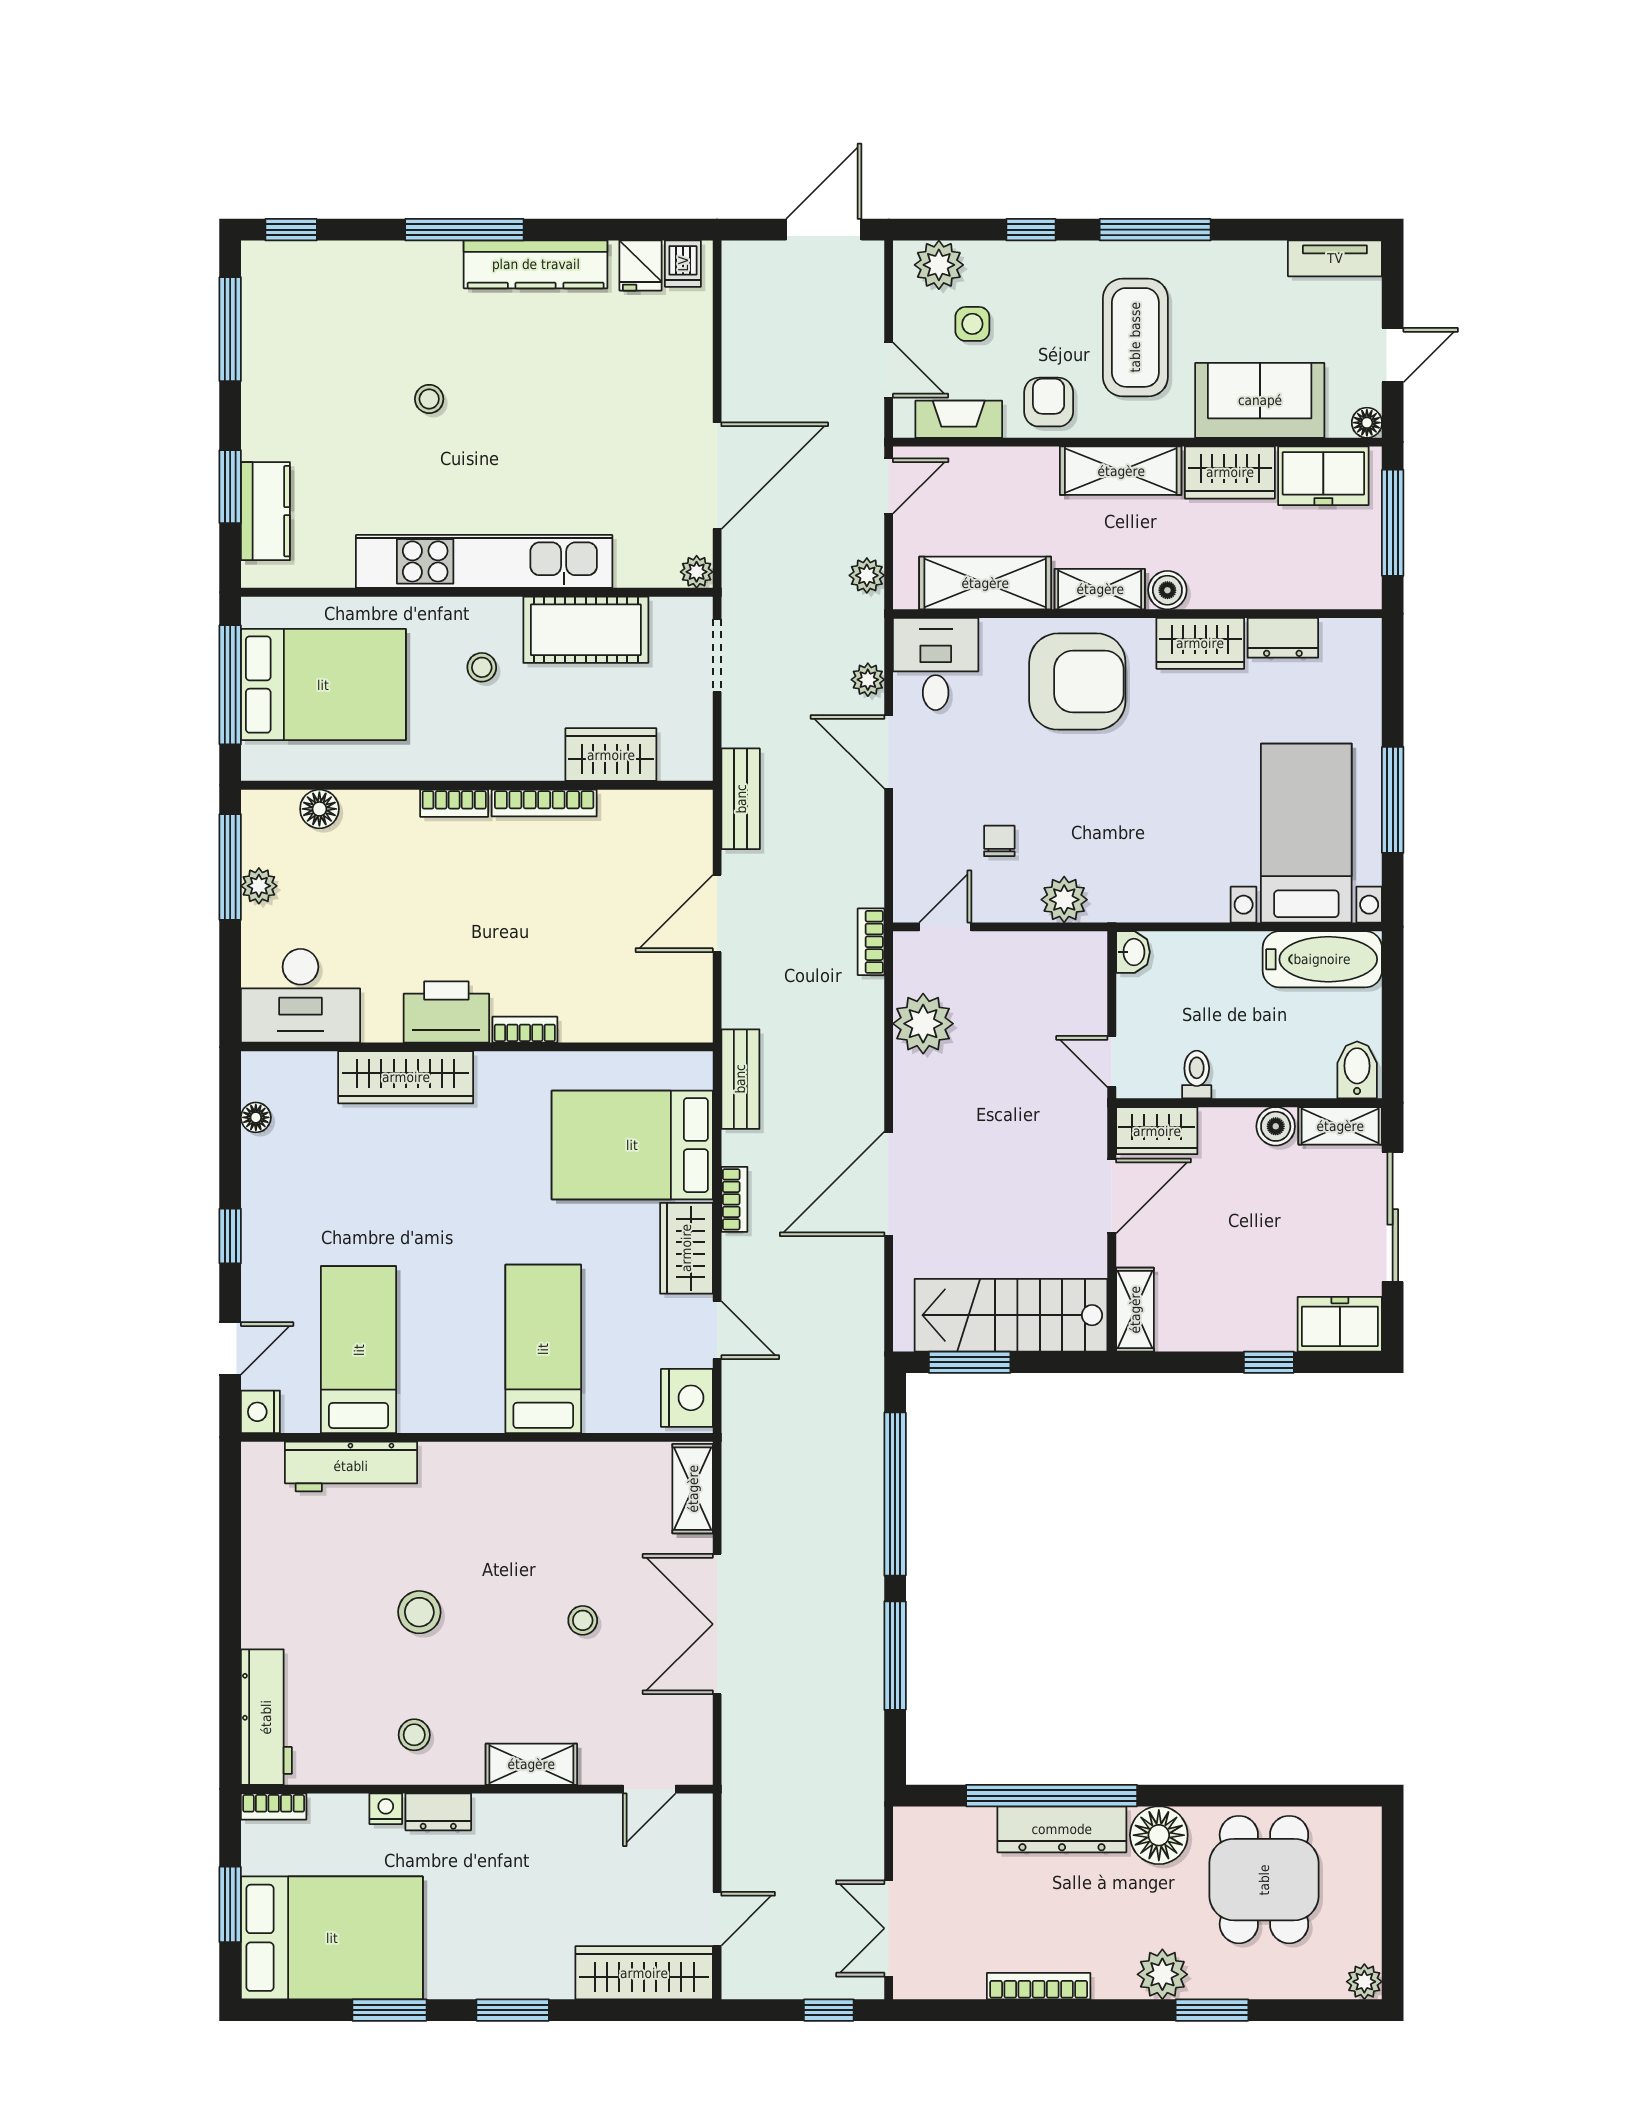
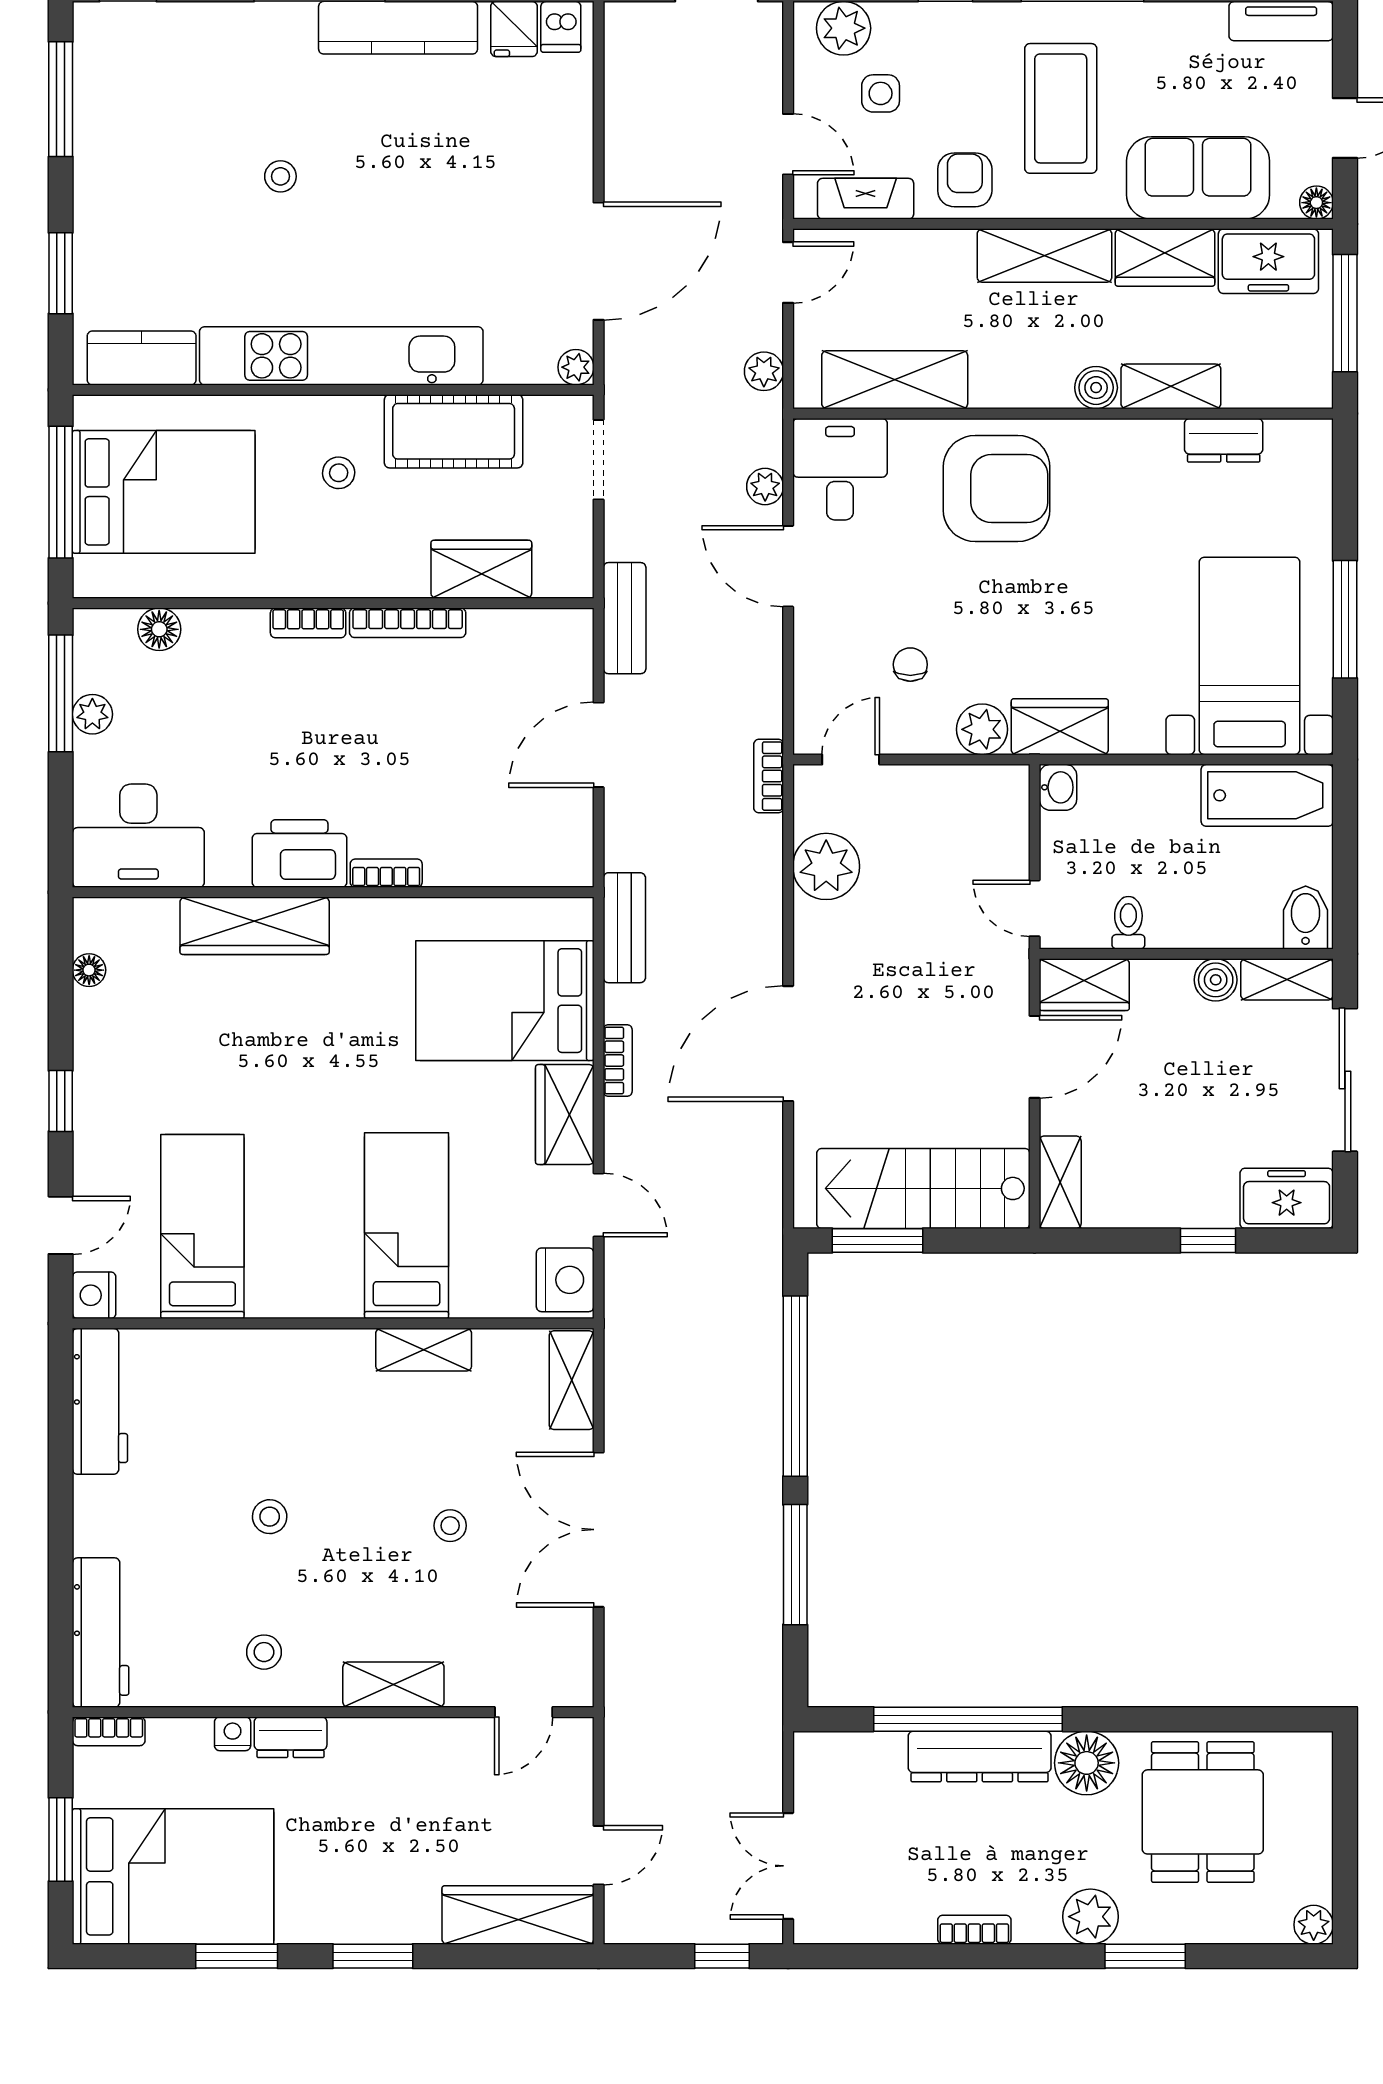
kitchen counter: (265, 511) -> (142, 358), moved, turned -90
shelving: (1100, 589) -> (1171, 386), moved
wardrobe: (1200, 643) -> (1060, 727), moved, turned 180
shelving: (559, 1461) -> (424, 1350), added
workbench: (351, 1466) -> (100, 1401), moved, turned -90
stool: (419, 1612) -> (270, 1517), width x0.73, depth x0.73
bookcase: (1039, 1986) -> (974, 1930), width x0.64

